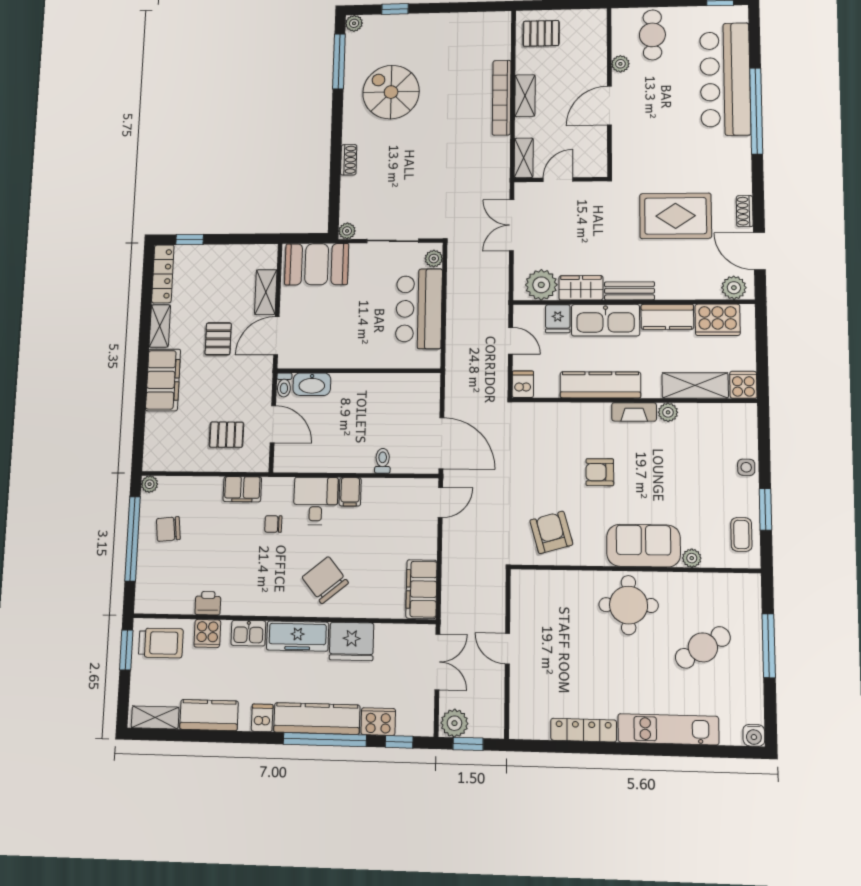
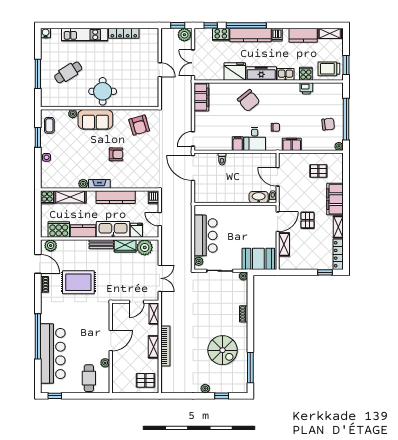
plant: (354, 23) -> (205, 388), moved
pallet: (226, 435) -> (318, 171), moved

